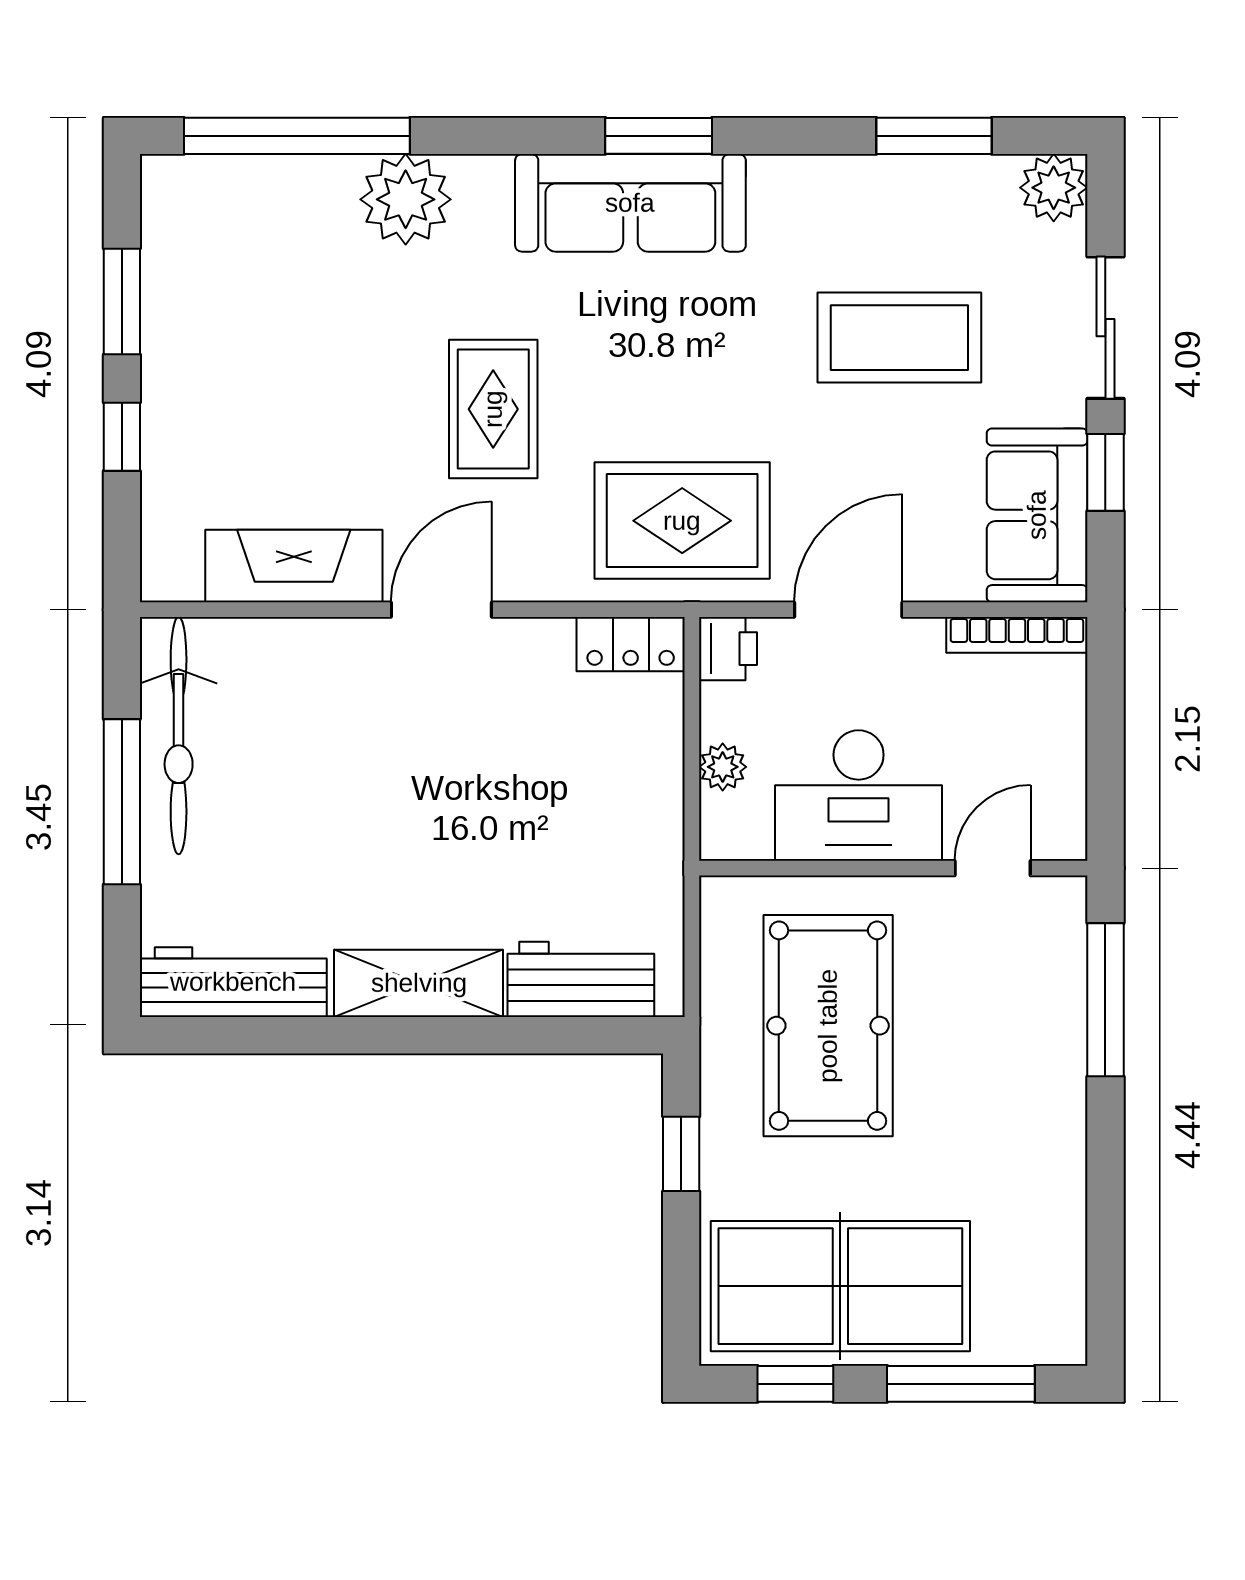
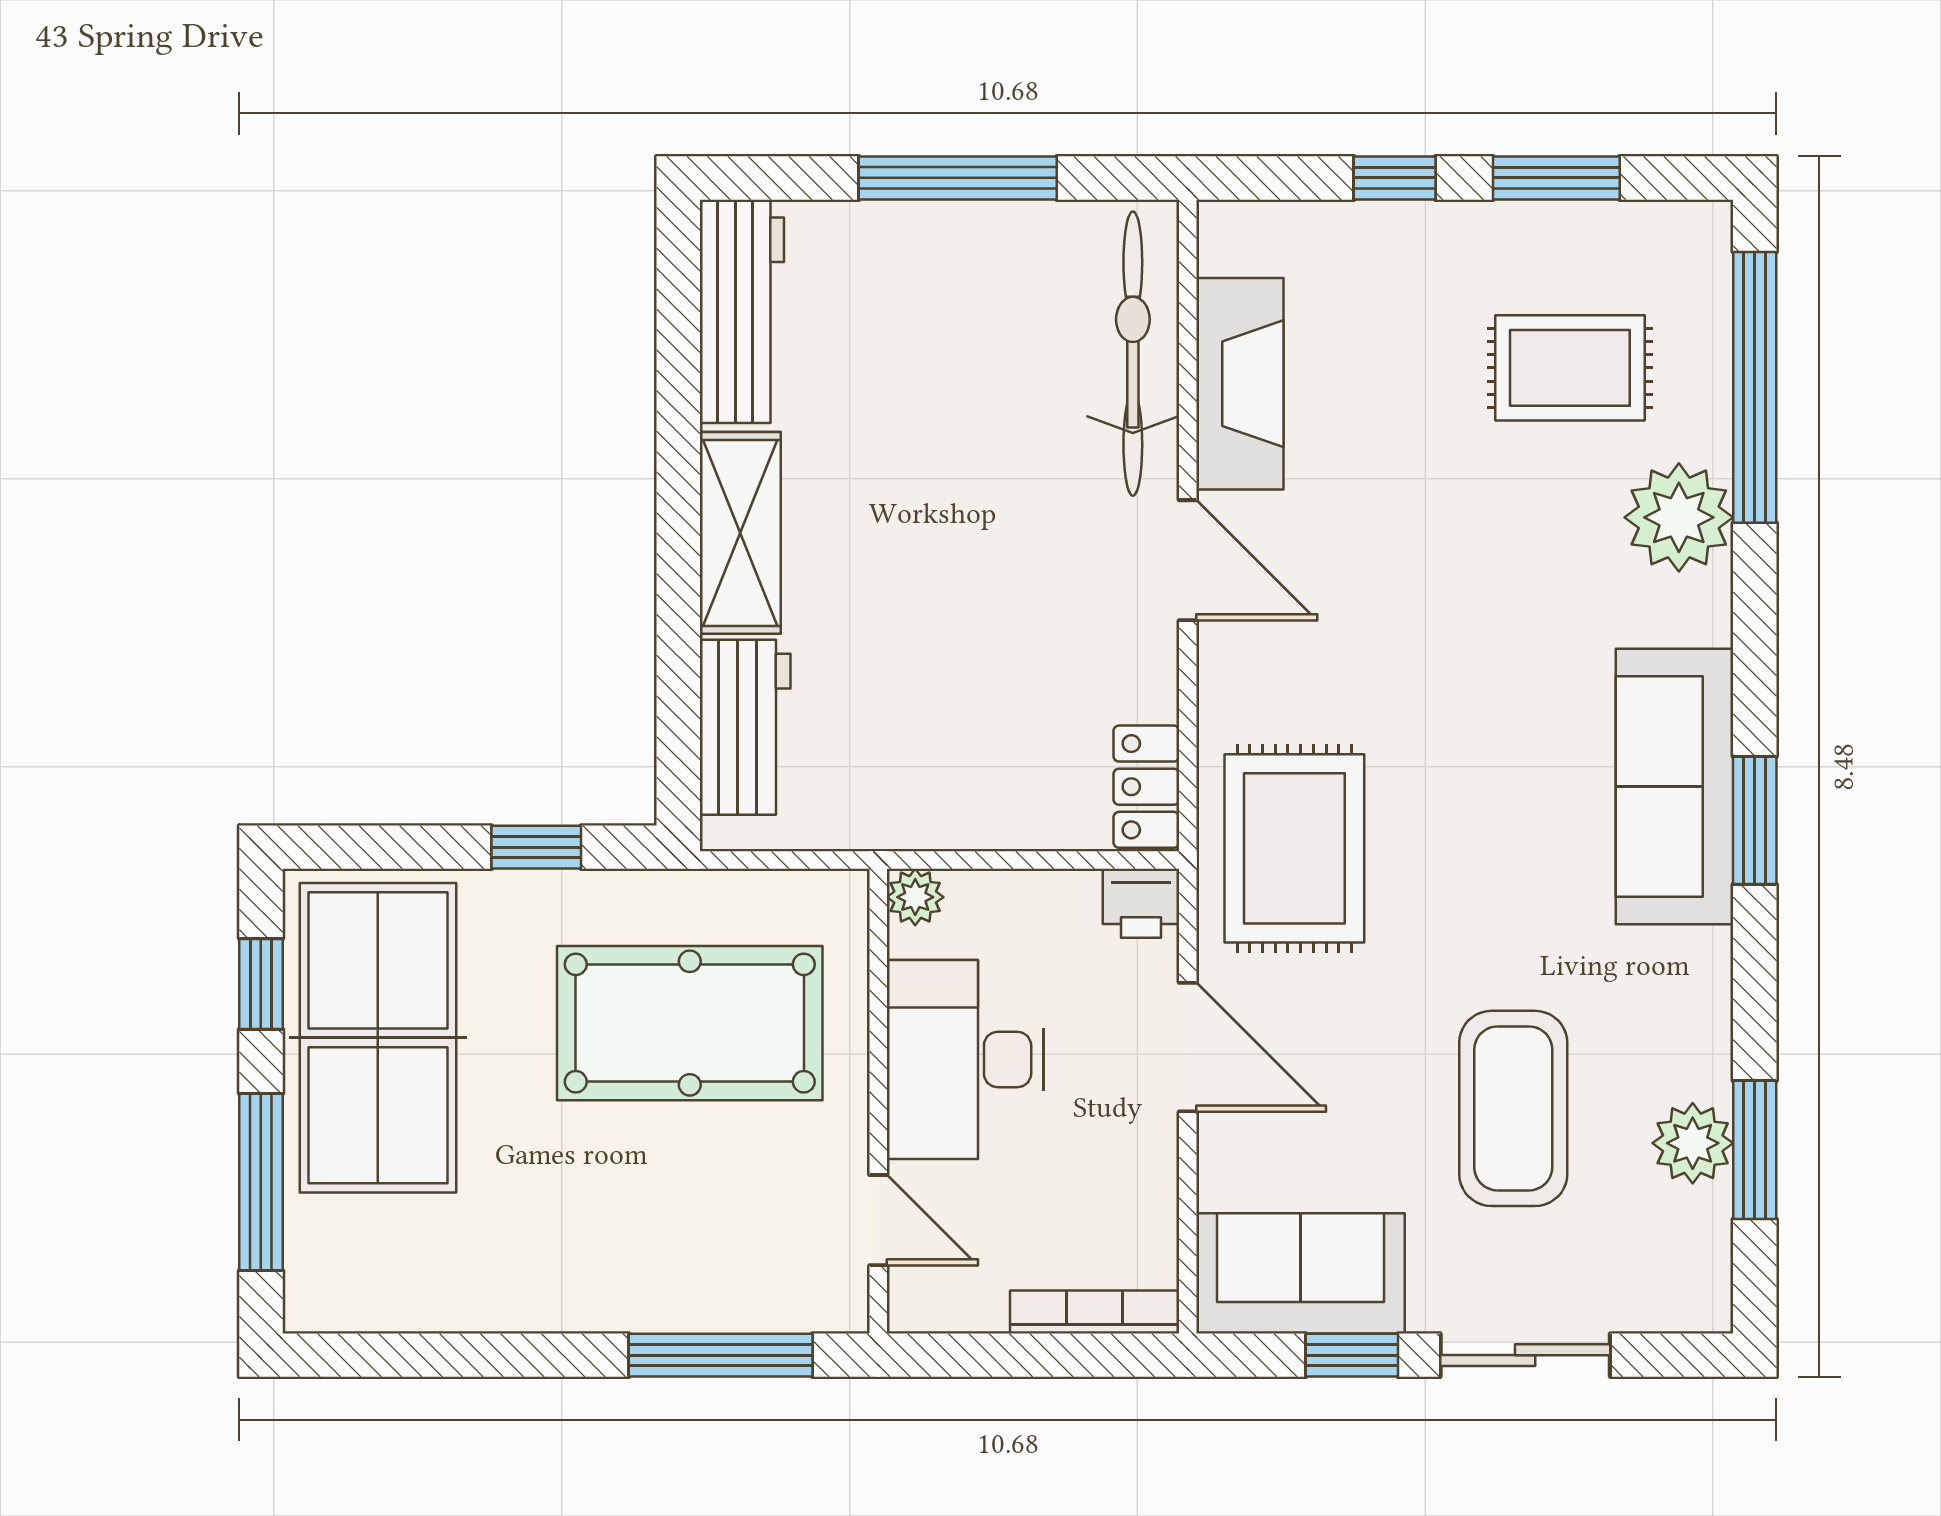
plant: (1054, 188) -> (1693, 1143), moved
rug: (493, 409) -> (1570, 368), moved
bookcase: (1017, 635) -> (1095, 1312), moved, turned 90
bicycle: (179, 736) -> (1133, 354), moved, turned 90
plant: (723, 767) -> (915, 897), moved

